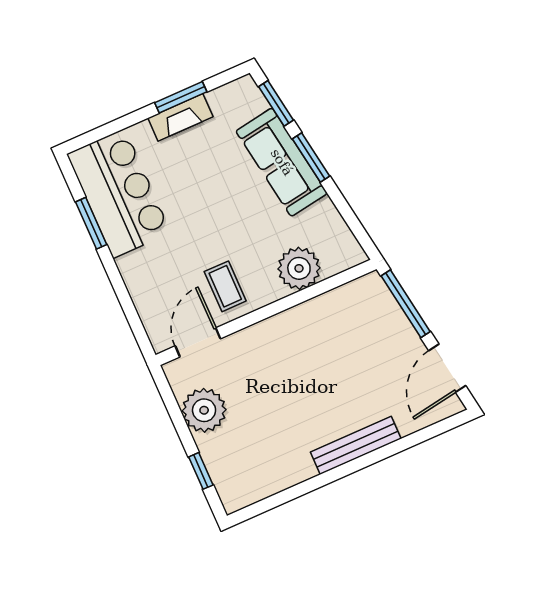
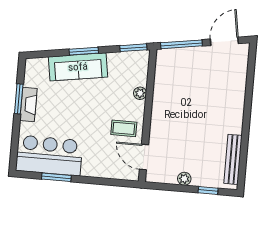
window: (276, 103) -> (133, 48), moved
plant: (299, 268) -> (140, 93), width x0.53, depth x0.53
door: (447, 368) -> (224, 41), swing flipped
plant: (204, 410) -> (184, 179), width x0.53, depth x0.53
bench: (356, 445) -> (233, 159), moved

